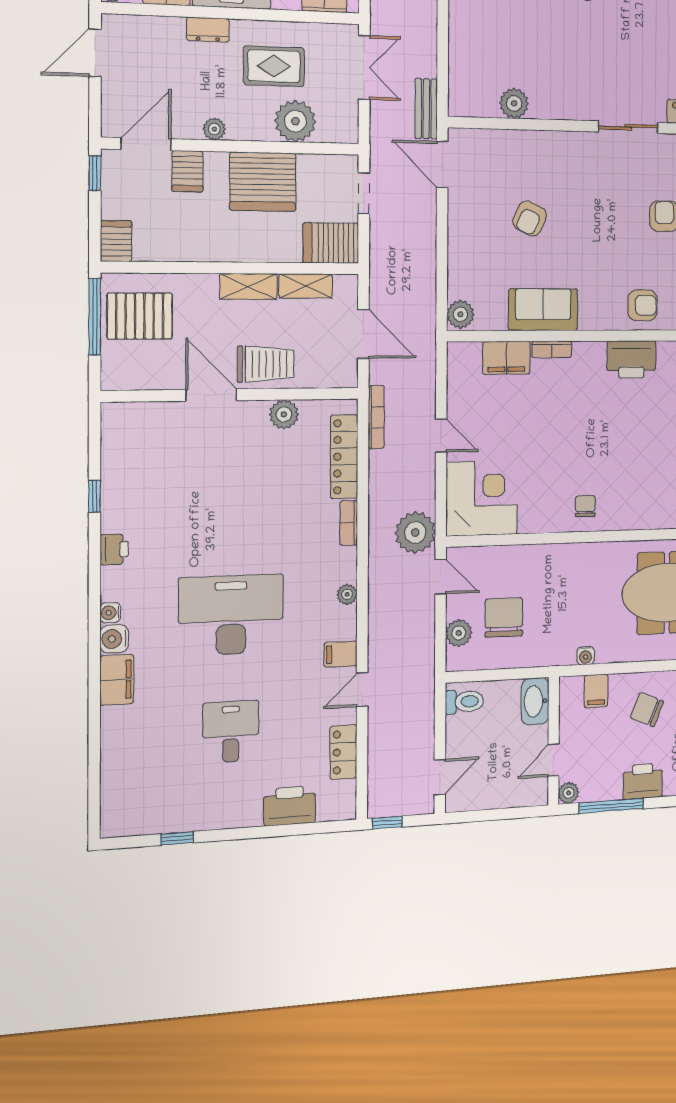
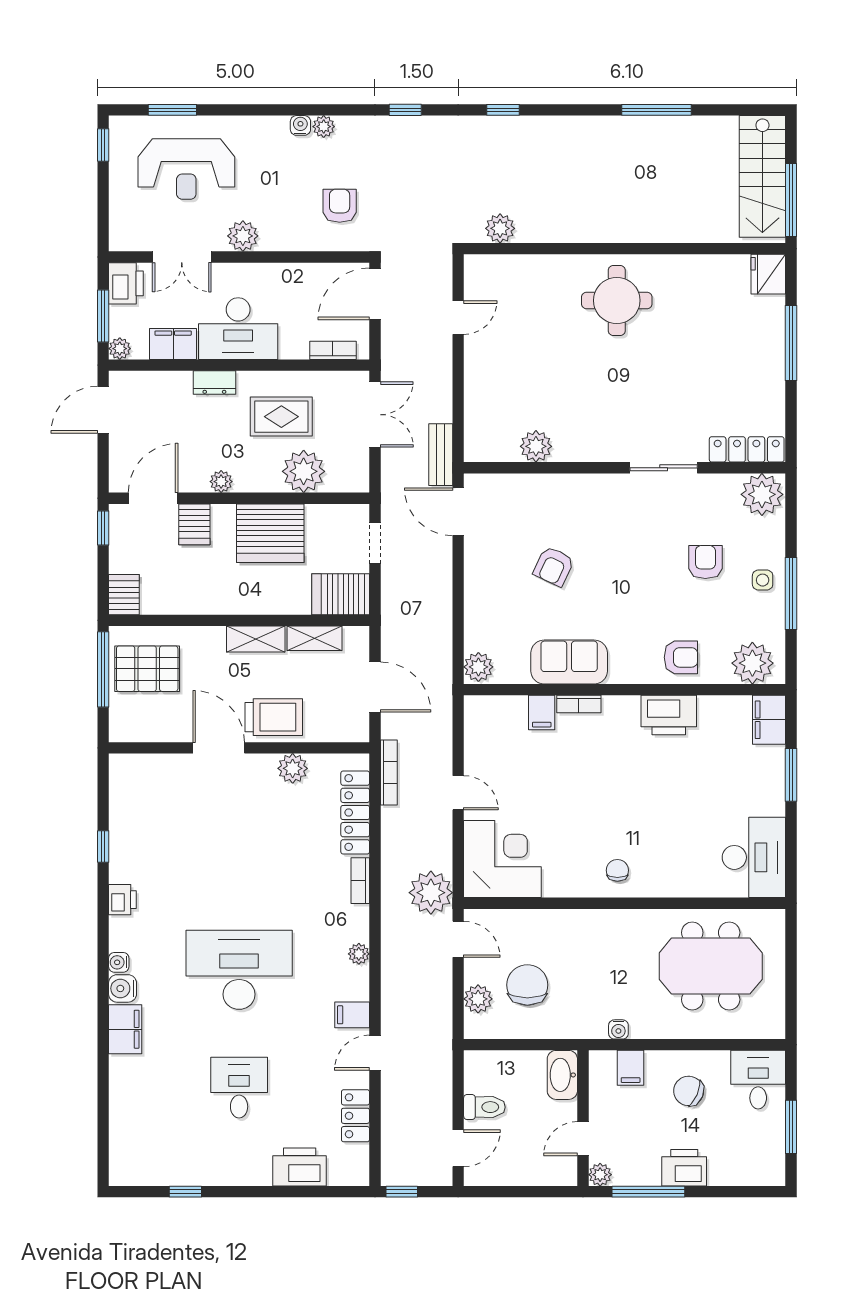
filing cabinet: (506, 358) -> (542, 713), width x0.50
toilet: (464, 702) -> (484, 1107), moved

